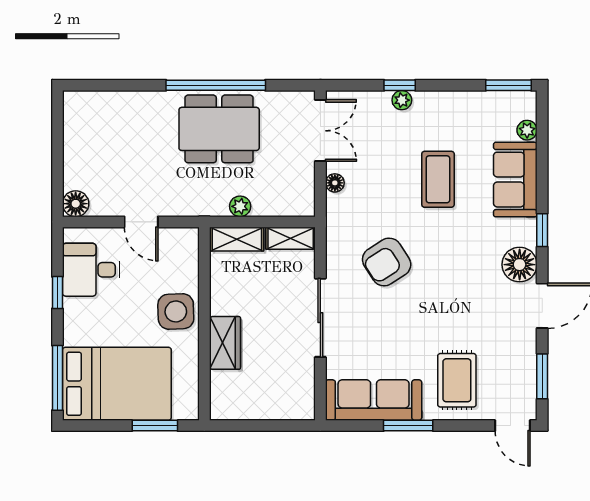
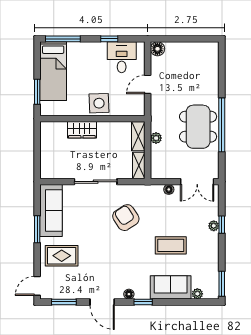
floor lamp: (520, 265) -> (129, 294), width x0.53, depth x0.53
bed: (117, 384) -> (53, 71), width x0.67

